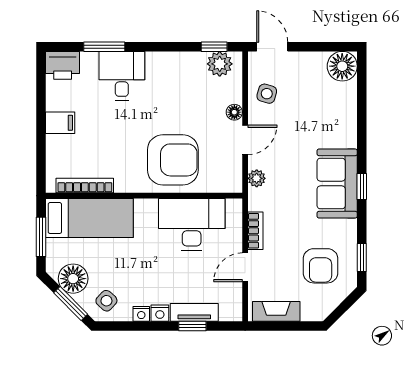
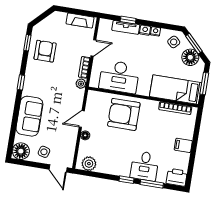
window: (214, 47) -> (127, 180), moved
side table: (267, 94) -> (44, 152), moved
plant: (257, 178) -> (81, 84), moved
sofa: (337, 184) -> (29, 116), moved
armchair: (321, 266) -> (45, 51), moved

